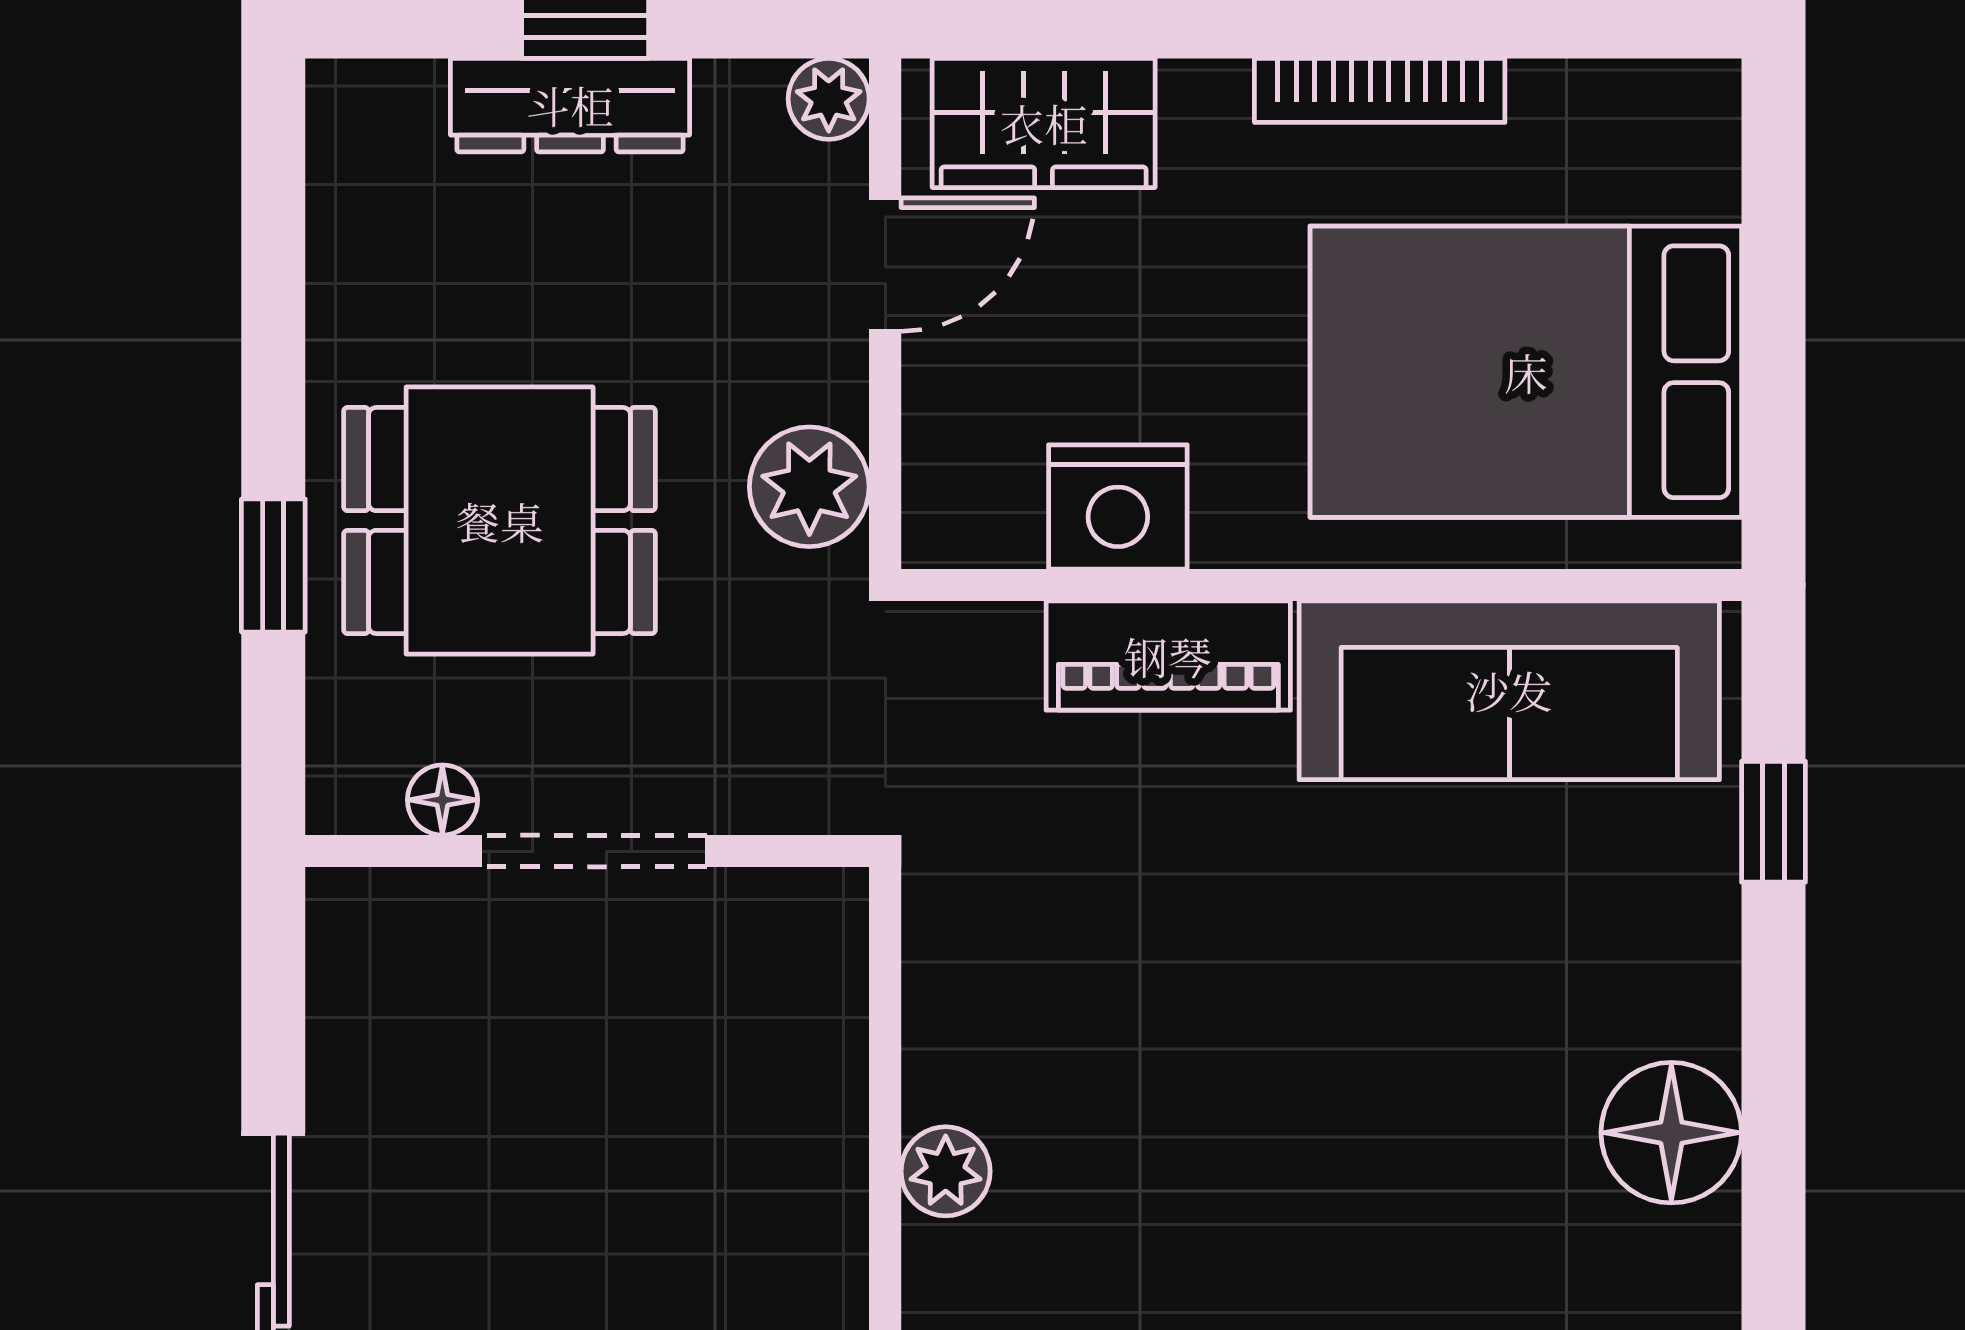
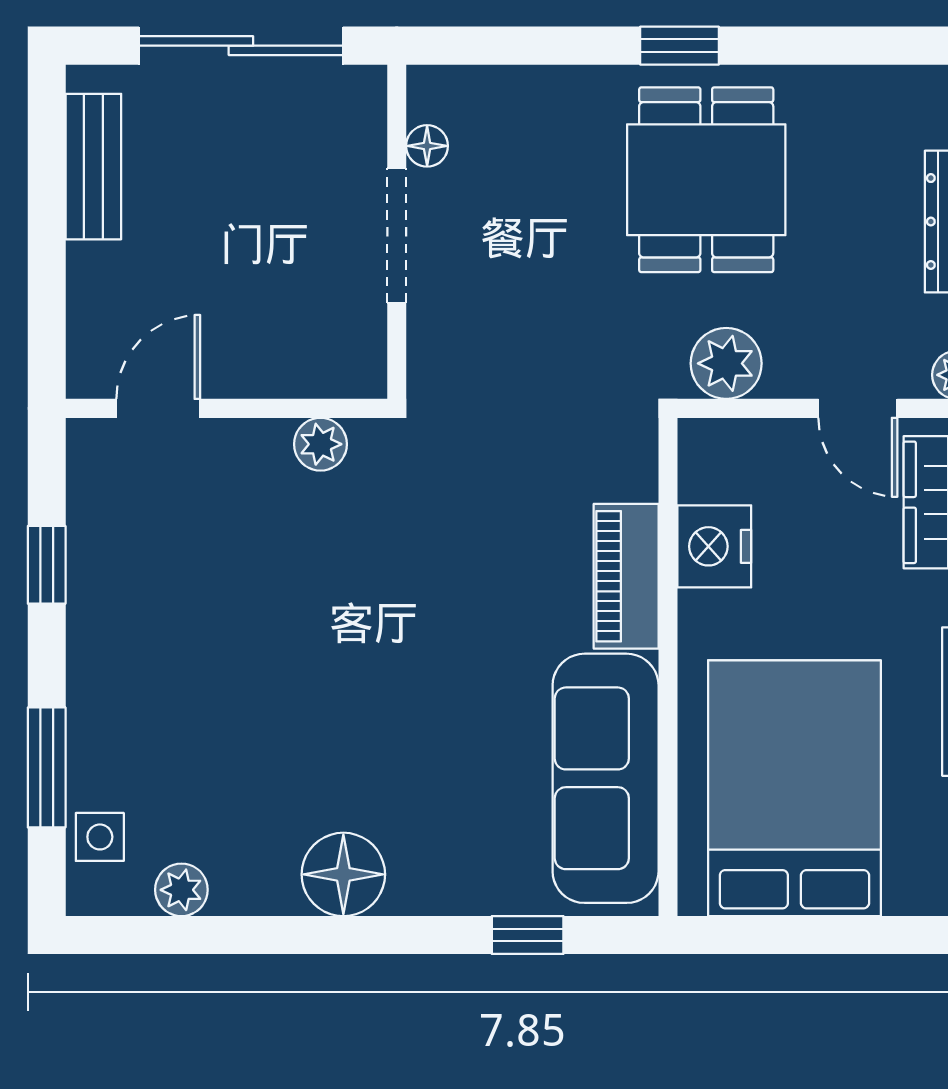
floor lamp: (442, 800) -> (427, 146), moved
wall: (587, 851) -> (397, 232), moved
doorway: (593, 851) -> (397, 235), moved

